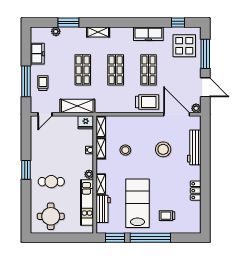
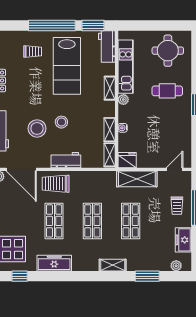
plant: (56, 31) -> (176, 266), moved
workbench: (138, 122) -> (66, 160), added
stool: (125, 150) -> (61, 122), moved
workbench: (103, 209) -> (107, 47), moved

